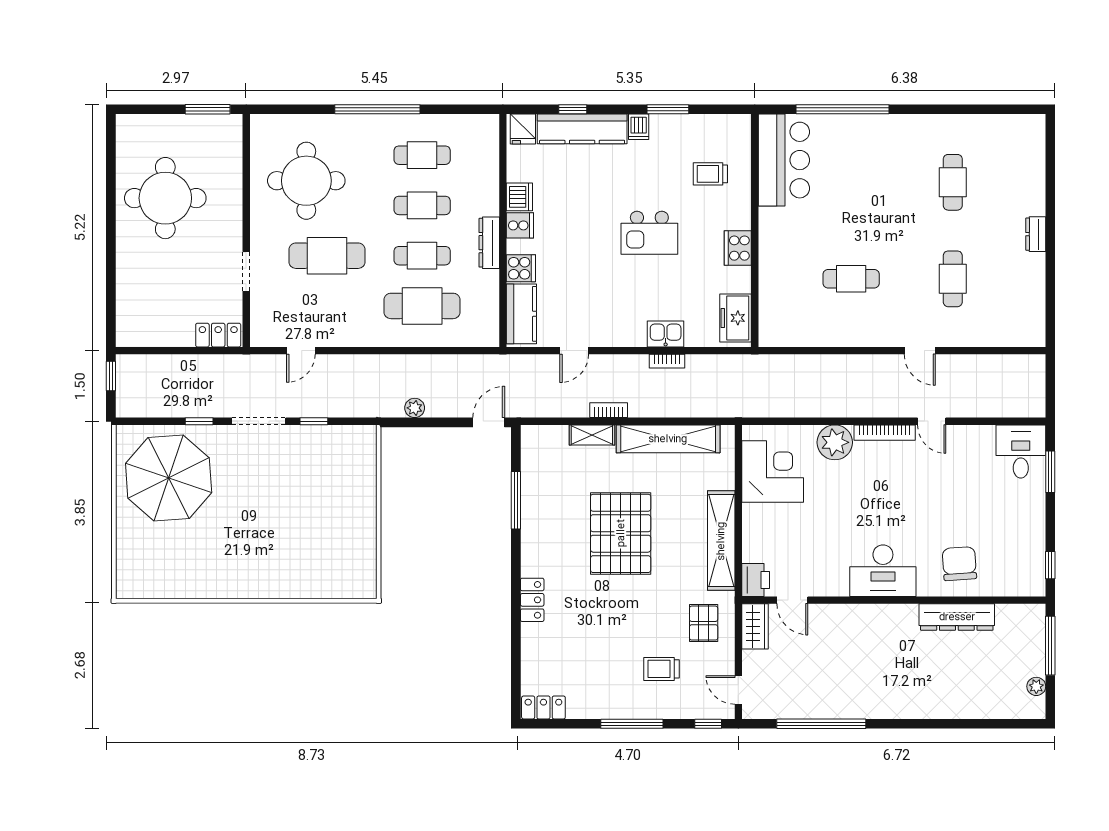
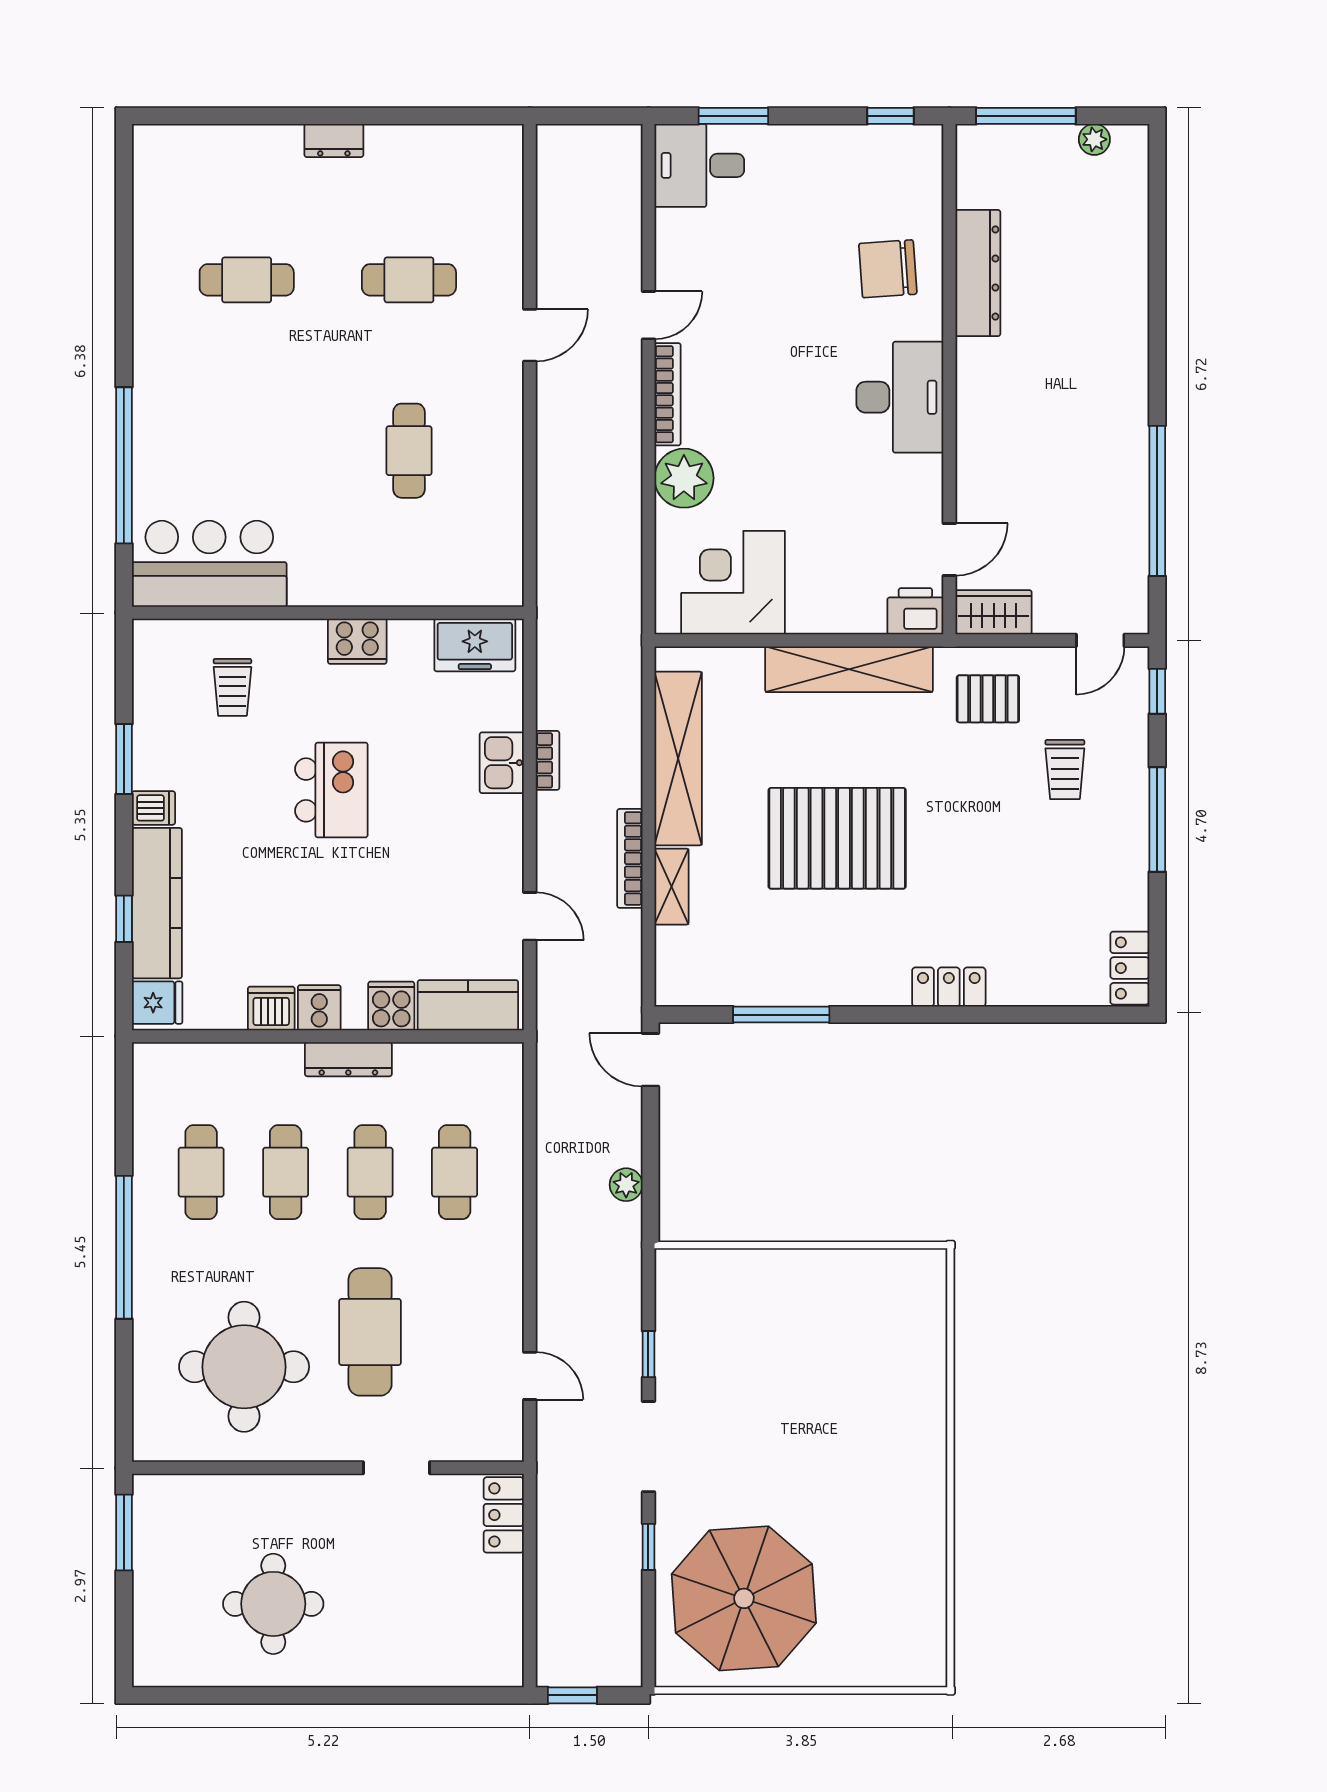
round table: (165, 198) -> (273, 1604), width x0.73, depth x0.73
cafe table: (422, 306) -> (455, 1172), width x0.73, depth x0.74
bookcase: (609, 410) -> (630, 858), width x1.56

